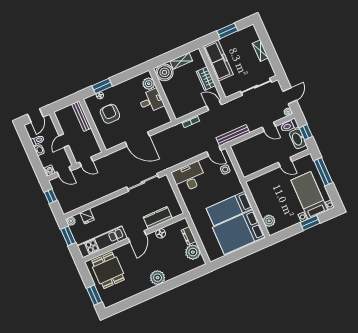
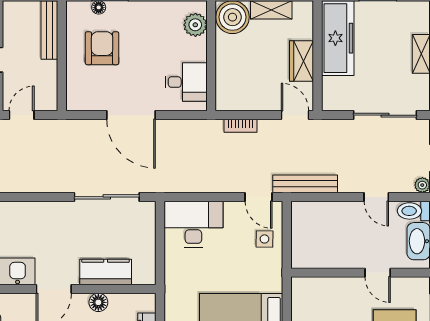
desk: (151, 101) -> (186, 82), moved
door: (86, 162) -> (22, 115), swing flipped

